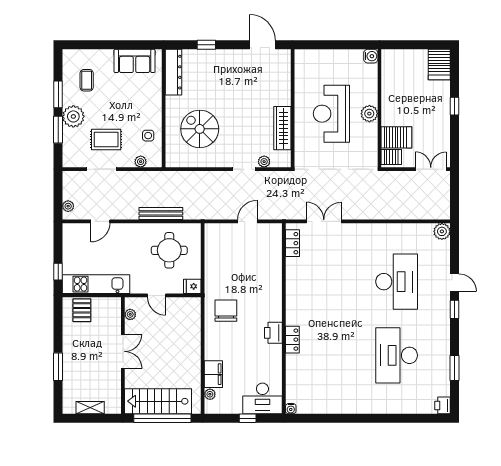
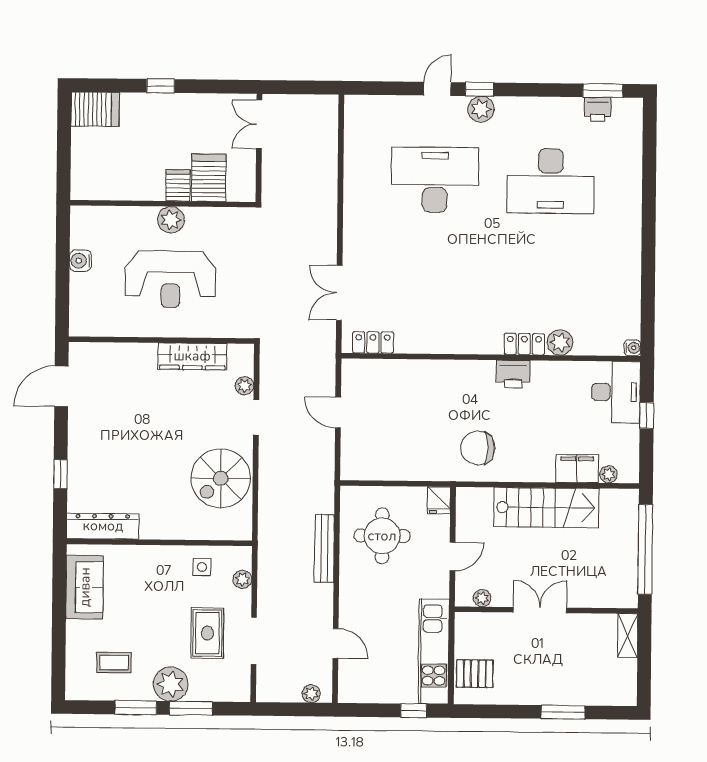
water cooler: (371, 56) -> (80, 261), moved, turned -90
spiral stairs: (200, 129) -> (221, 478), moved
server rack: (391, 157) -> (178, 185), moved
plant: (442, 231) -> (481, 109), moved
plant: (294, 362) -> (560, 342), added
window: (455, 368) -> (603, 91), moved
stairs: (158, 401) -> (546, 508), moved, turned -90
printer: (443, 405) -> (598, 109), moved
shelving: (90, 408) -> (628, 636), moved

